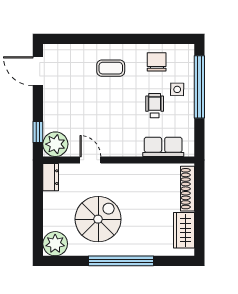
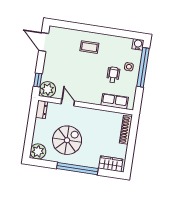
water cooler: (186, 52) -> (138, 44), added
chair: (157, 62) -> (119, 48), removed
wardrobe: (184, 230) -> (111, 164), moved, turned 90

